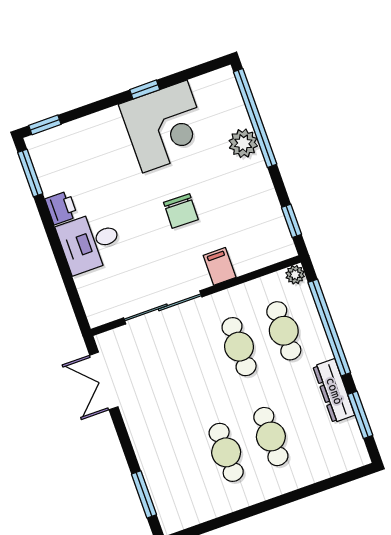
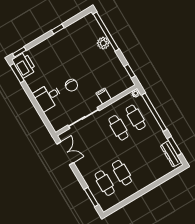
corner desk: (165, 126) -> (69, 43), removed
printer: (61, 208) -> (24, 65), moved, width x1.87, depth x1.48
chair: (181, 211) -> (72, 85), moved
double door: (104, 381) -> (65, 153), swing flipped
dresser: (334, 391) -> (171, 154), moved
cafe table: (271, 437) -> (105, 183), moved

